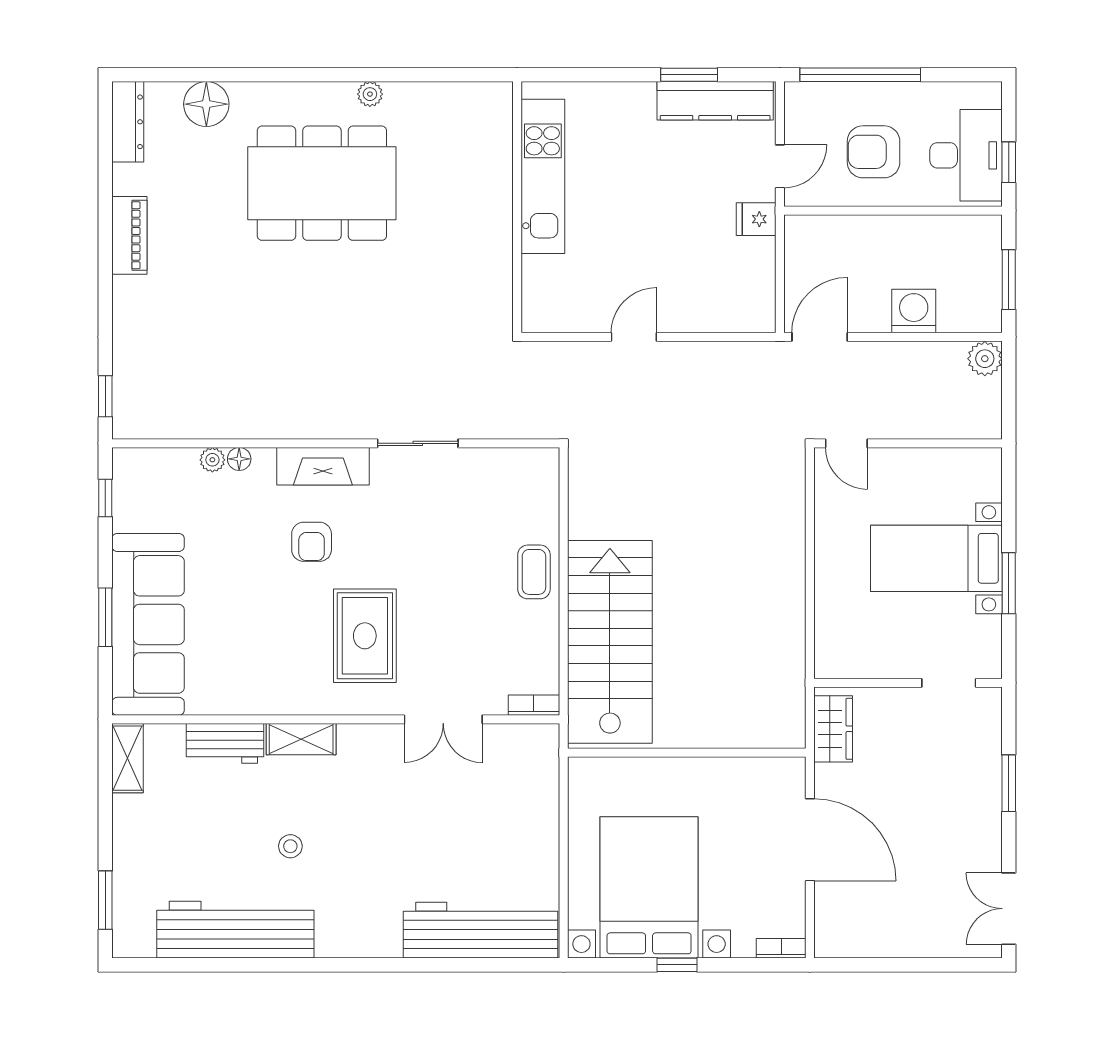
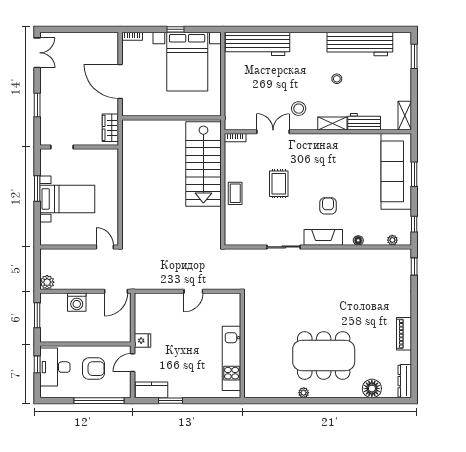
kitchen counter: (715, 101) -> (152, 390), width x0.67
plant: (212, 460) -> (392, 240), moved
rug: (365, 636) -> (279, 184), moved, width x0.73, depth x0.70
stool: (382, 775) -> (299, 109), added

